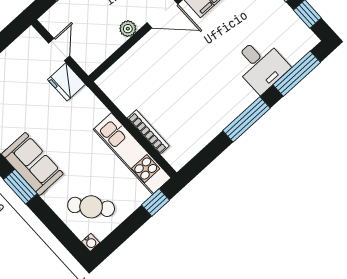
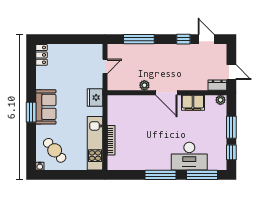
desk: (261, 65) -> (189, 156), width x1.37
fridge: (66, 82) -> (95, 97), moved
window: (155, 203) -> (85, 175), removed

